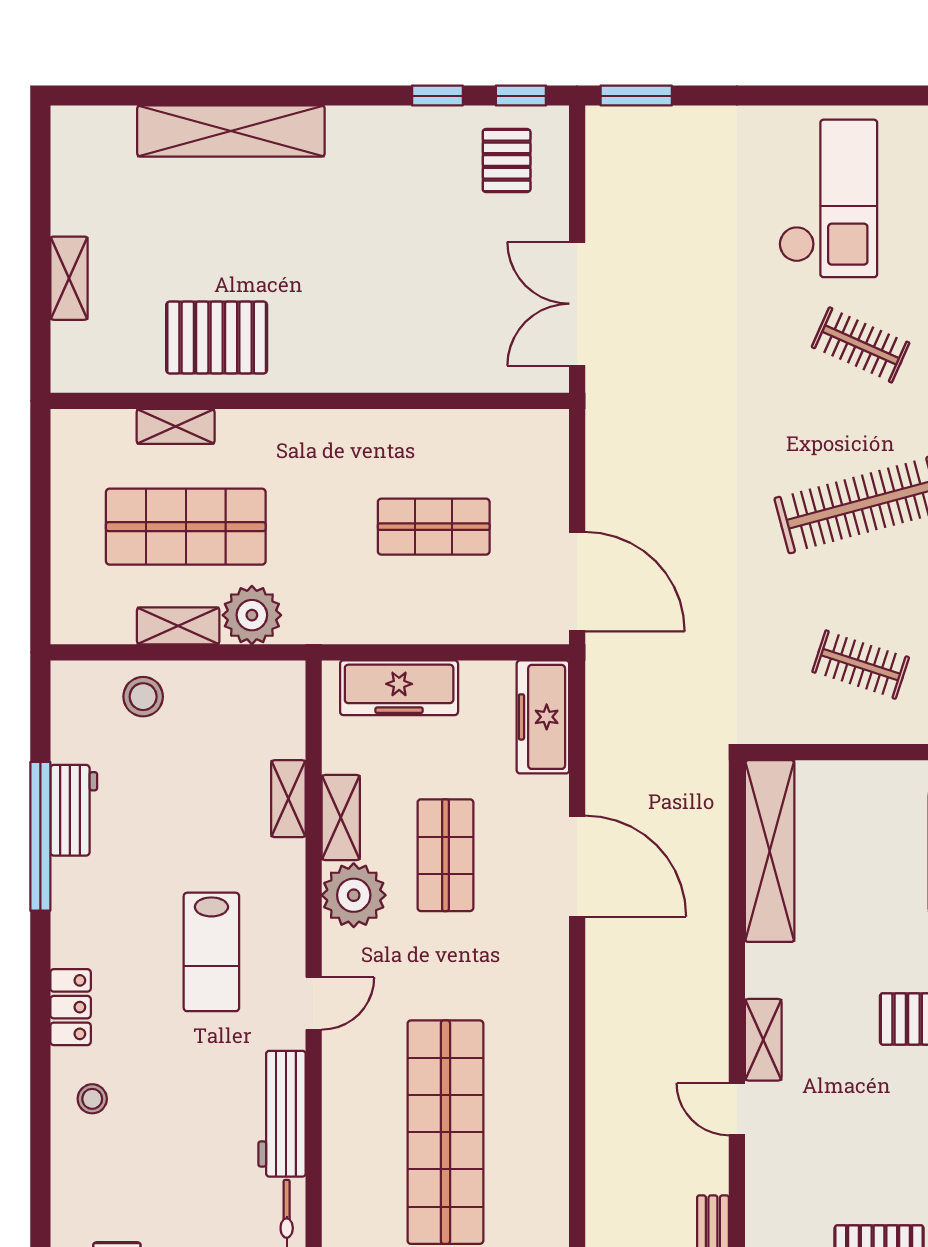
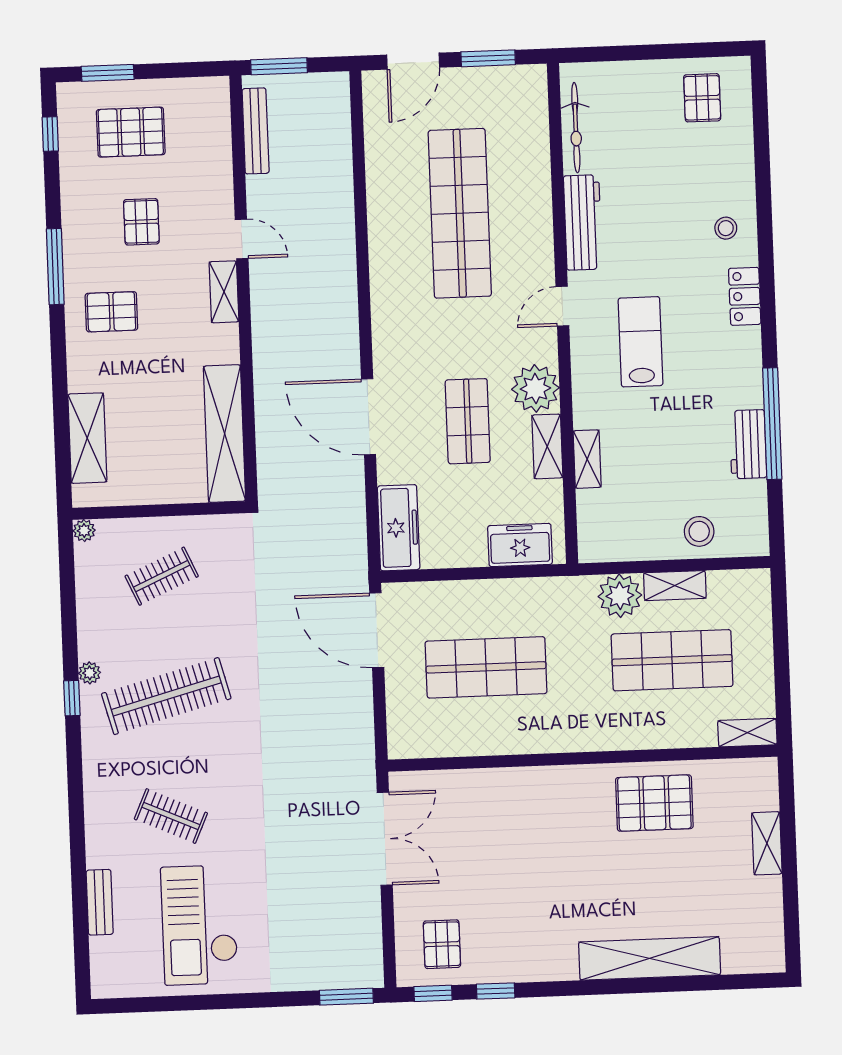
shelving: (176, 426) -> (747, 733), moved
shop shelf: (434, 527) -> (486, 667), width x1.43, depth x1.36
clothes rail: (861, 665) -> (162, 576), turned -42
freezer: (399, 688) -> (520, 545), width x0.71
pallet: (869, 1137) -> (141, 222), added

